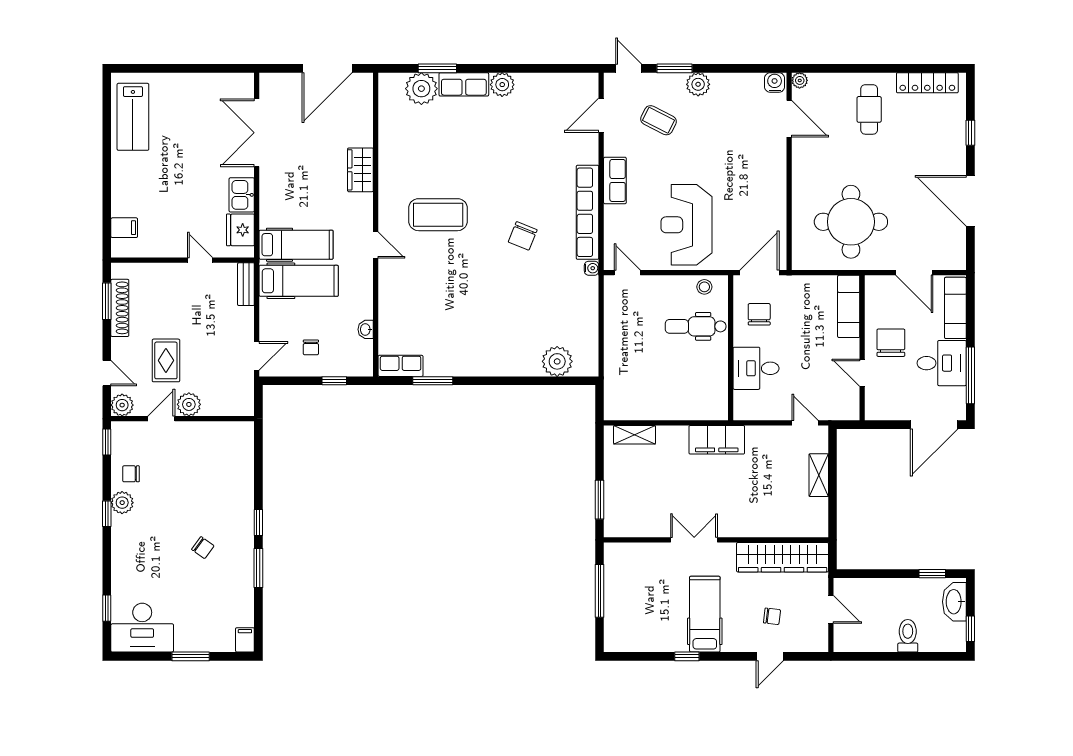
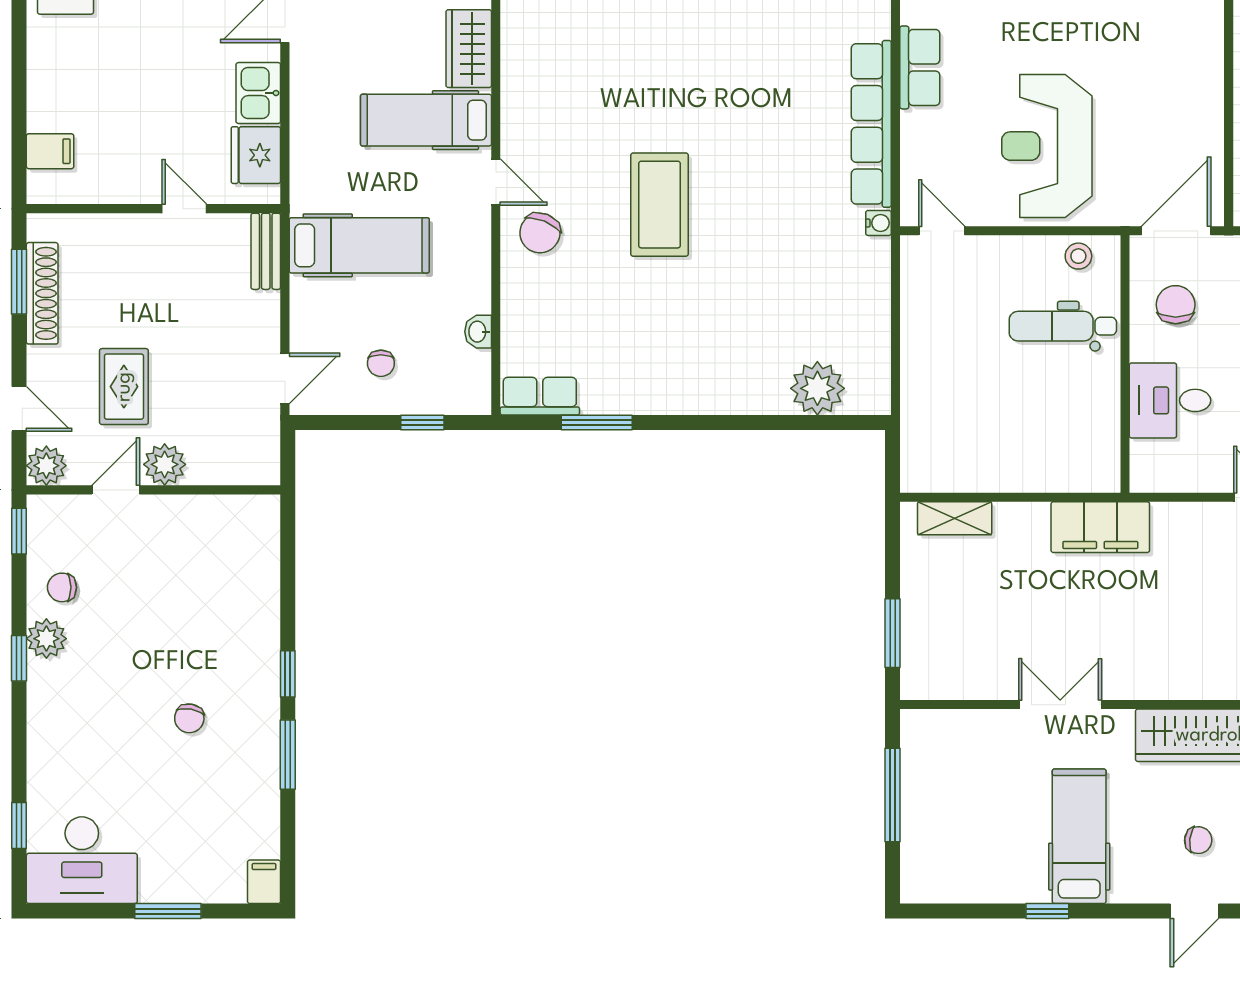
coffee table: (438, 215) -> (660, 205), moved, turned 90
chair: (523, 236) -> (540, 233), moved
hospital bed: (296, 245) -> (426, 120), moved, turned 180
chair: (203, 548) -> (189, 718), turned 64

